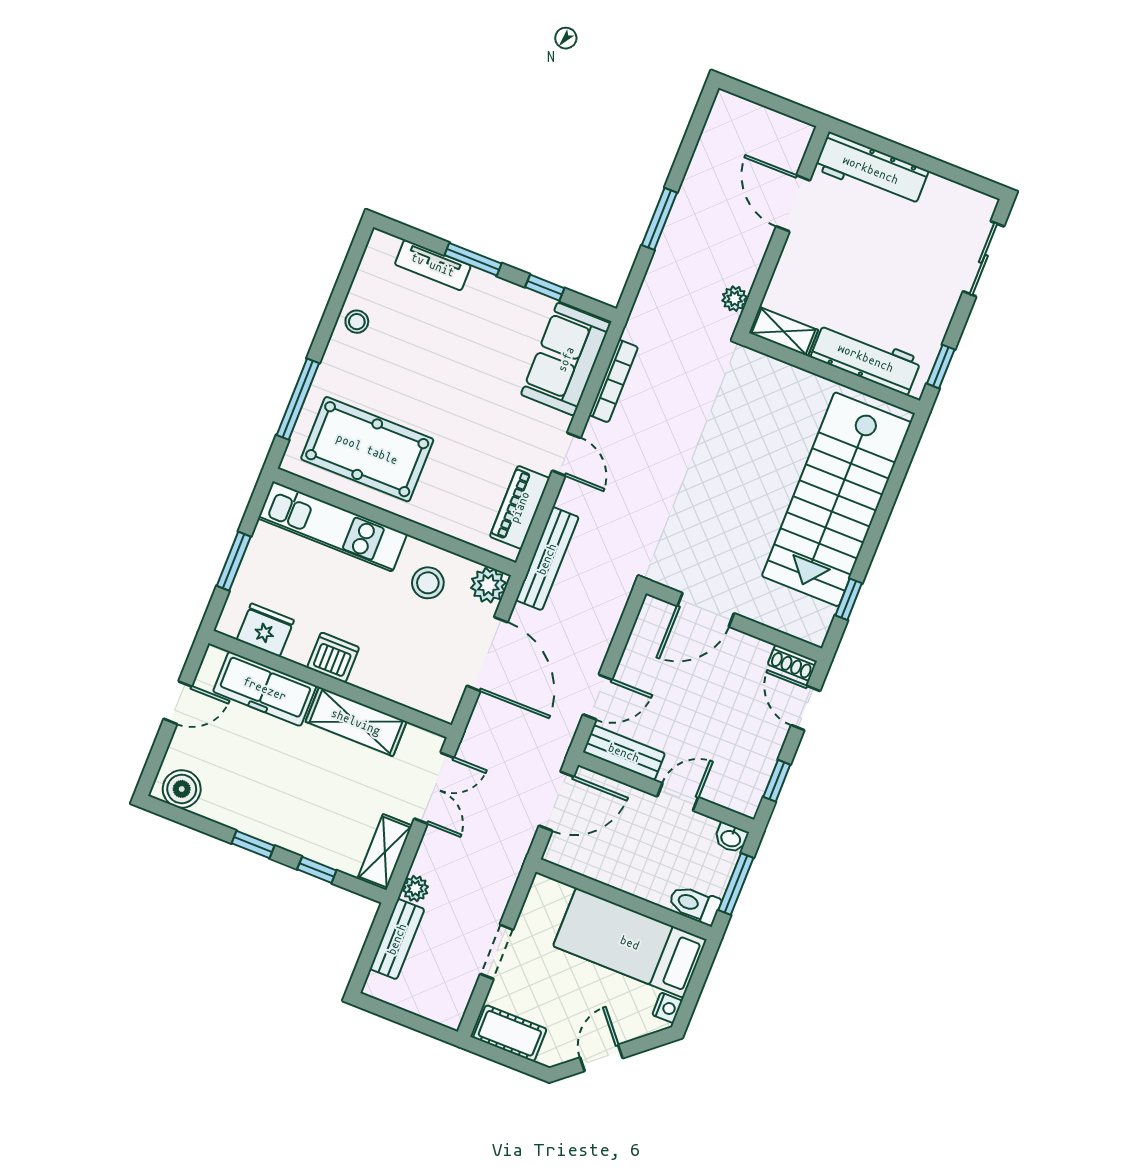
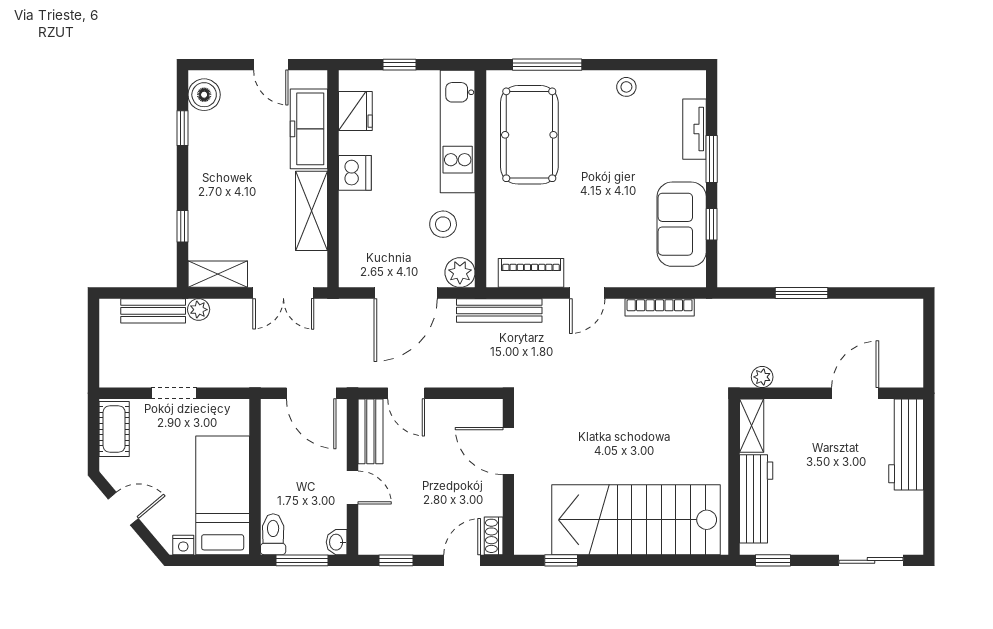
sofa: (566, 359) -> (682, 224), moved, turned -90
window: (234, 561) -> (400, 65), width x0.67
window: (253, 845) -> (183, 128), moved

